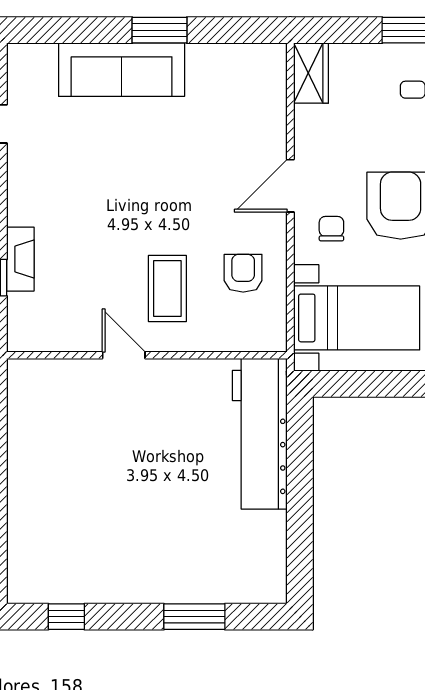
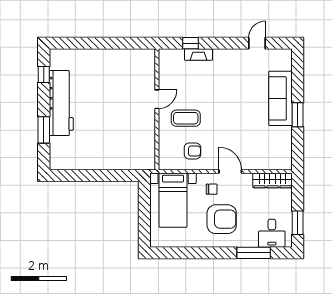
wardrobe: (311, 73) -> (273, 180), width x1.50
workbench: (260, 434) -> (61, 103), moved, turned 90

